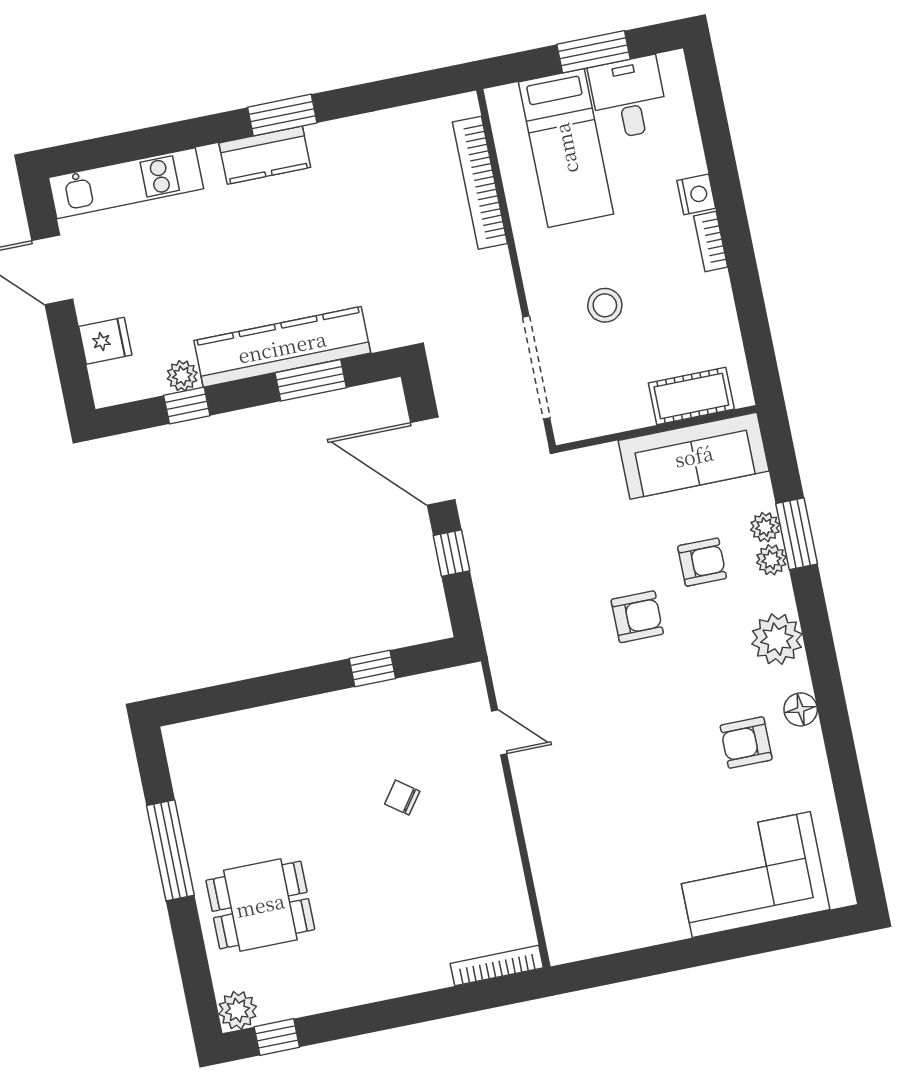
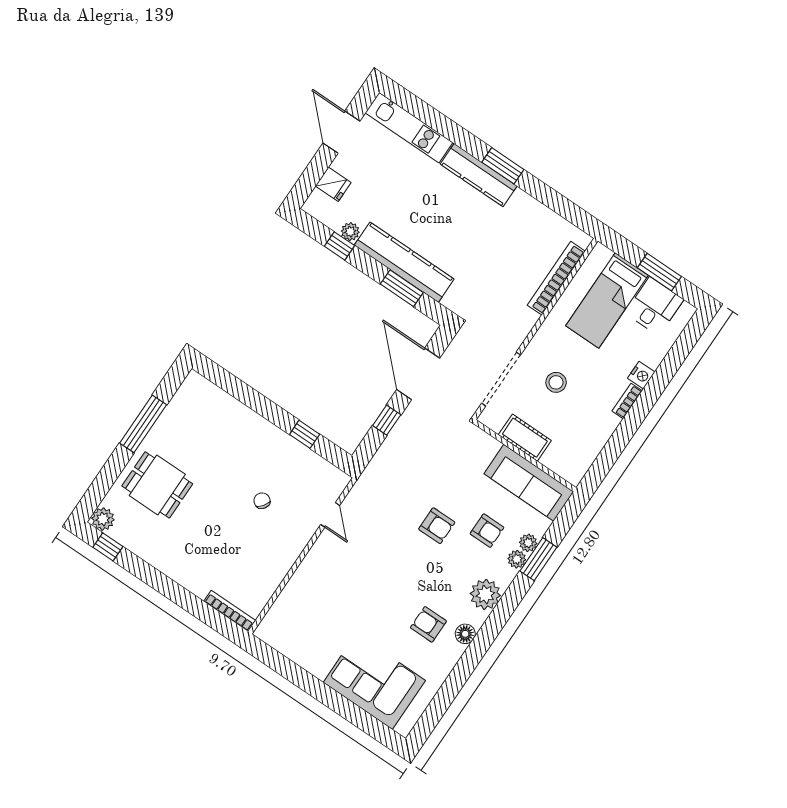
kitchen counter: (265, 155) -> (479, 175), width x1.50
cot: (691, 396) -> (525, 438), moved

